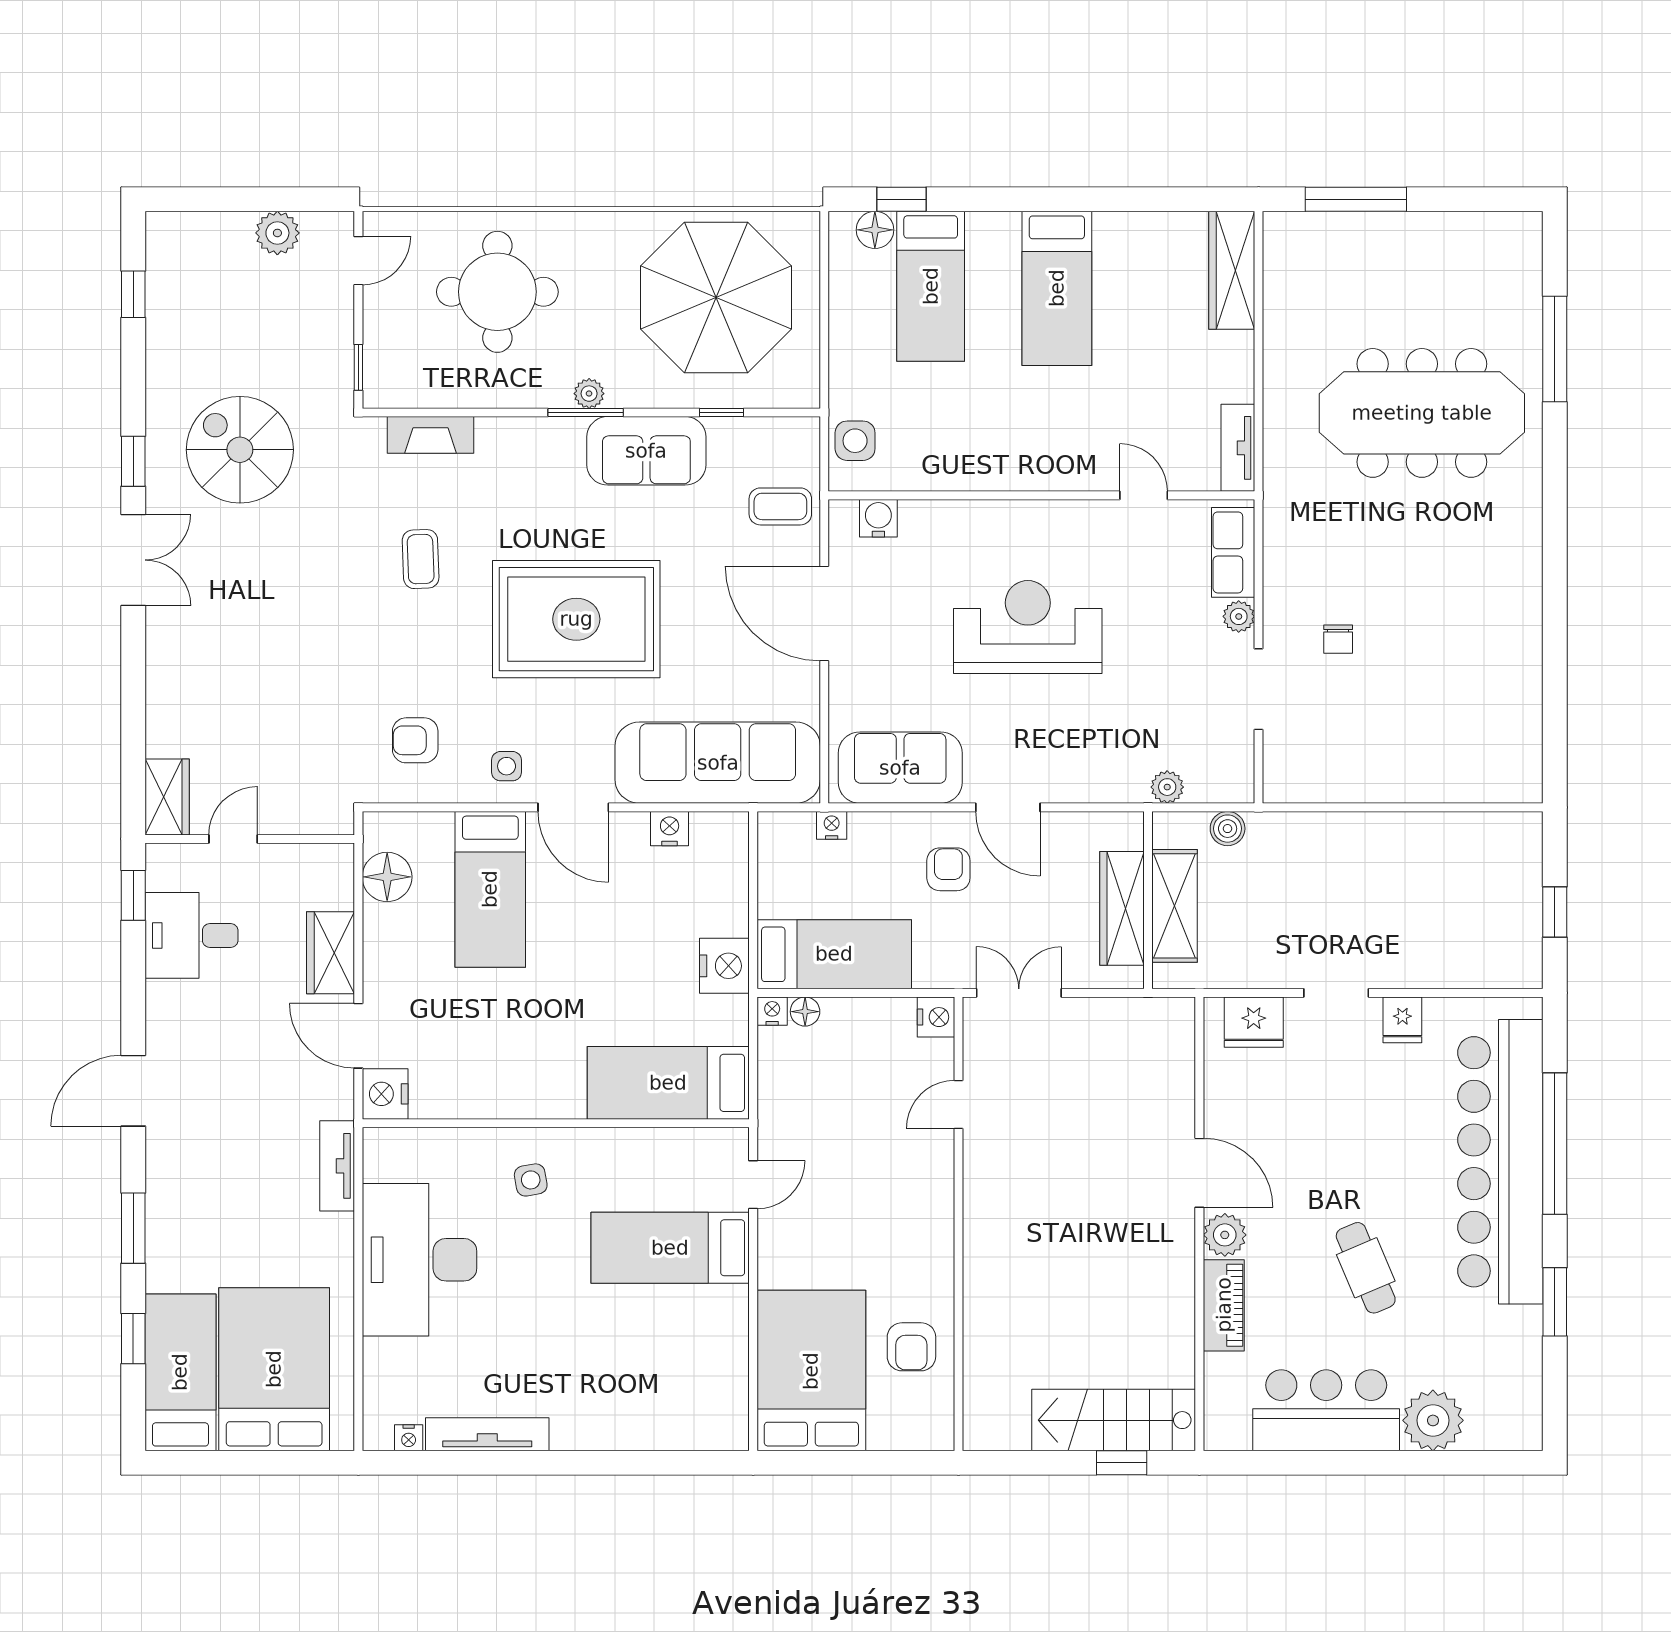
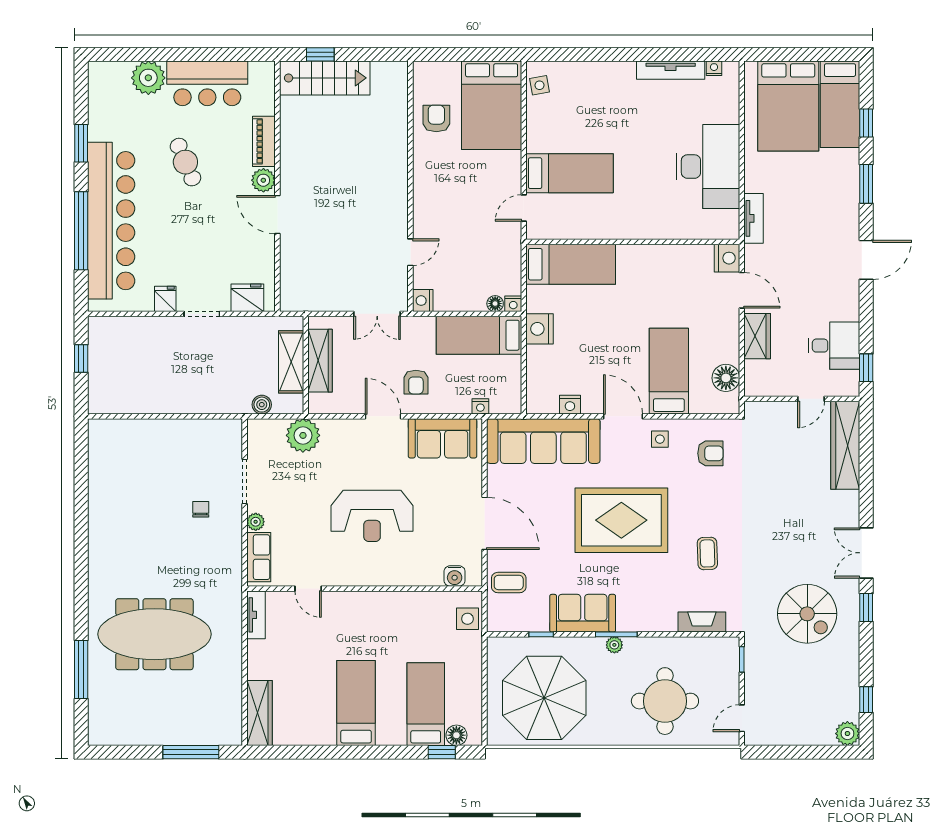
plant: (277, 233) -> (847, 734), moved
plant: (1167, 787) -> (303, 435), width x1.88, depth x1.88
wardrobe: (167, 797) -> (845, 445), width x2.10, depth x1.17
side table: (531, 1180) -> (539, 85), moved

